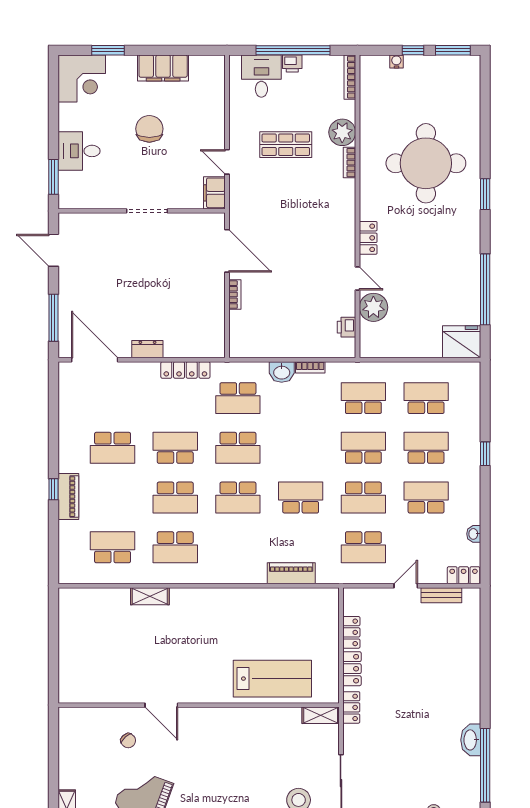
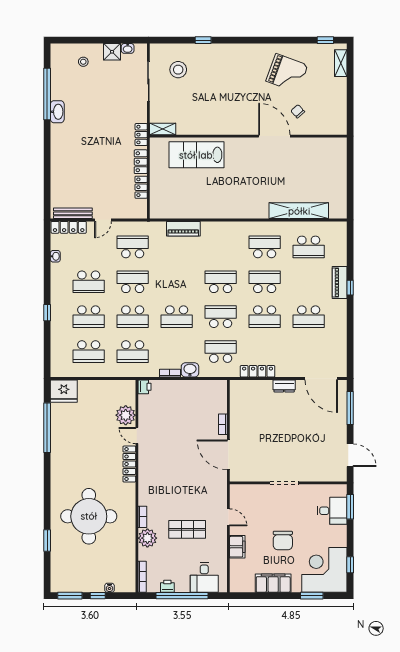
printer: (292, 63) -> (167, 586), moved
corner desk: (82, 78) -> (324, 570), width x1.36, depth x1.36
window: (53, 94) -> (350, 565), added
desk: (79, 151) -> (332, 511), moved
filing cabinet: (214, 193) -> (237, 547), moved
window: (485, 194) -> (47, 540), moved
locker: (368, 238) -> (129, 464), width x1.53
printer: (347, 327) -> (144, 387), moved
school desk: (113, 448) -> (309, 317), turned 180
school desk: (301, 498) -> (177, 317), moved
locker: (464, 575) -> (69, 227), width x1.53
bench: (441, 595) -> (73, 213), width x1.36
shelving: (150, 596) -> (299, 211), width x2.20, depth x1.33
door: (161, 705) -> (274, 136), width x1.36

